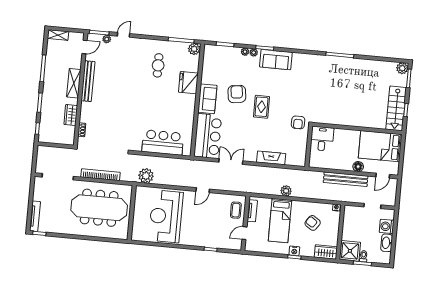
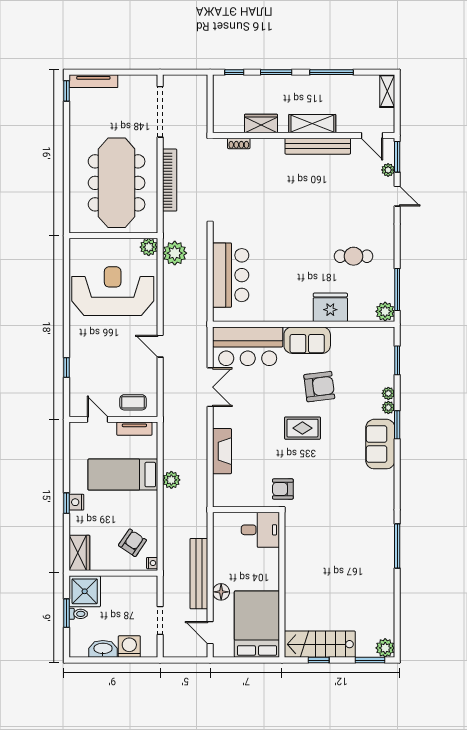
plant: (141, 191) -> (149, 247), added
armchair: (313, 223) -> (132, 543), moved

